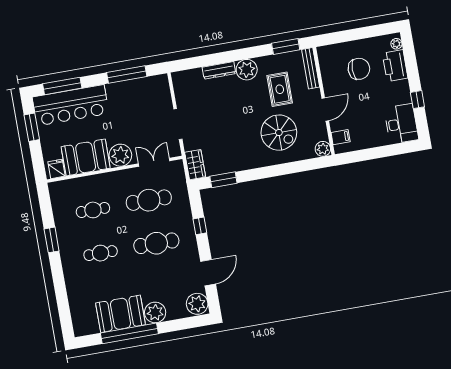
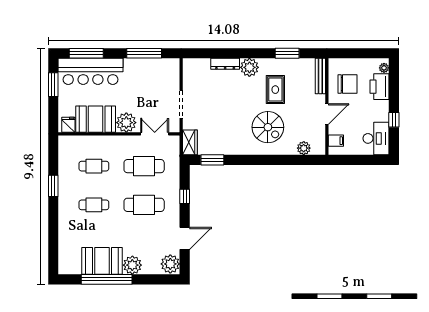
bench: (311, 68) -> (320, 76), moved
wall: (324, 101) -> (327, 107), moved
door: (325, 109) -> (327, 114), moved
filing cabinet: (341, 137) -> (336, 141), moved

